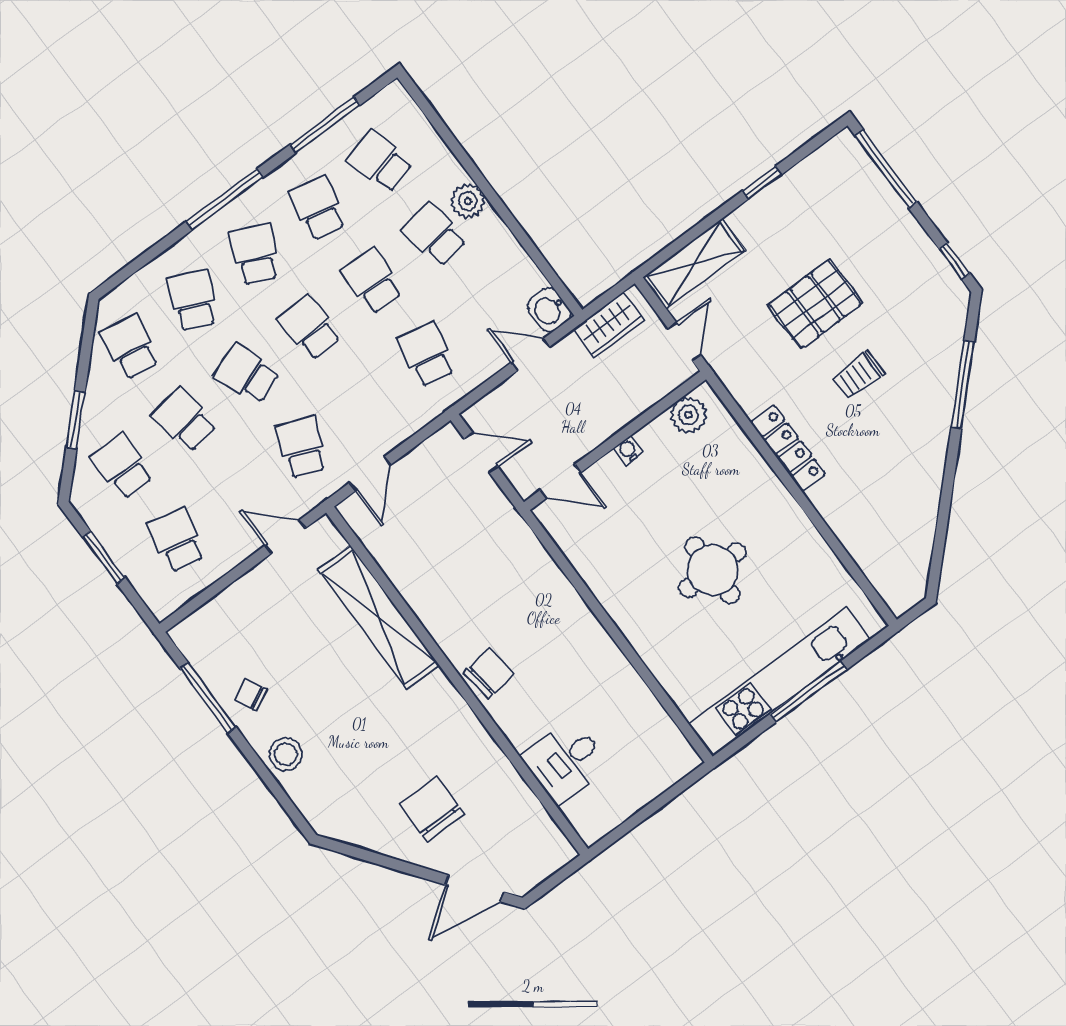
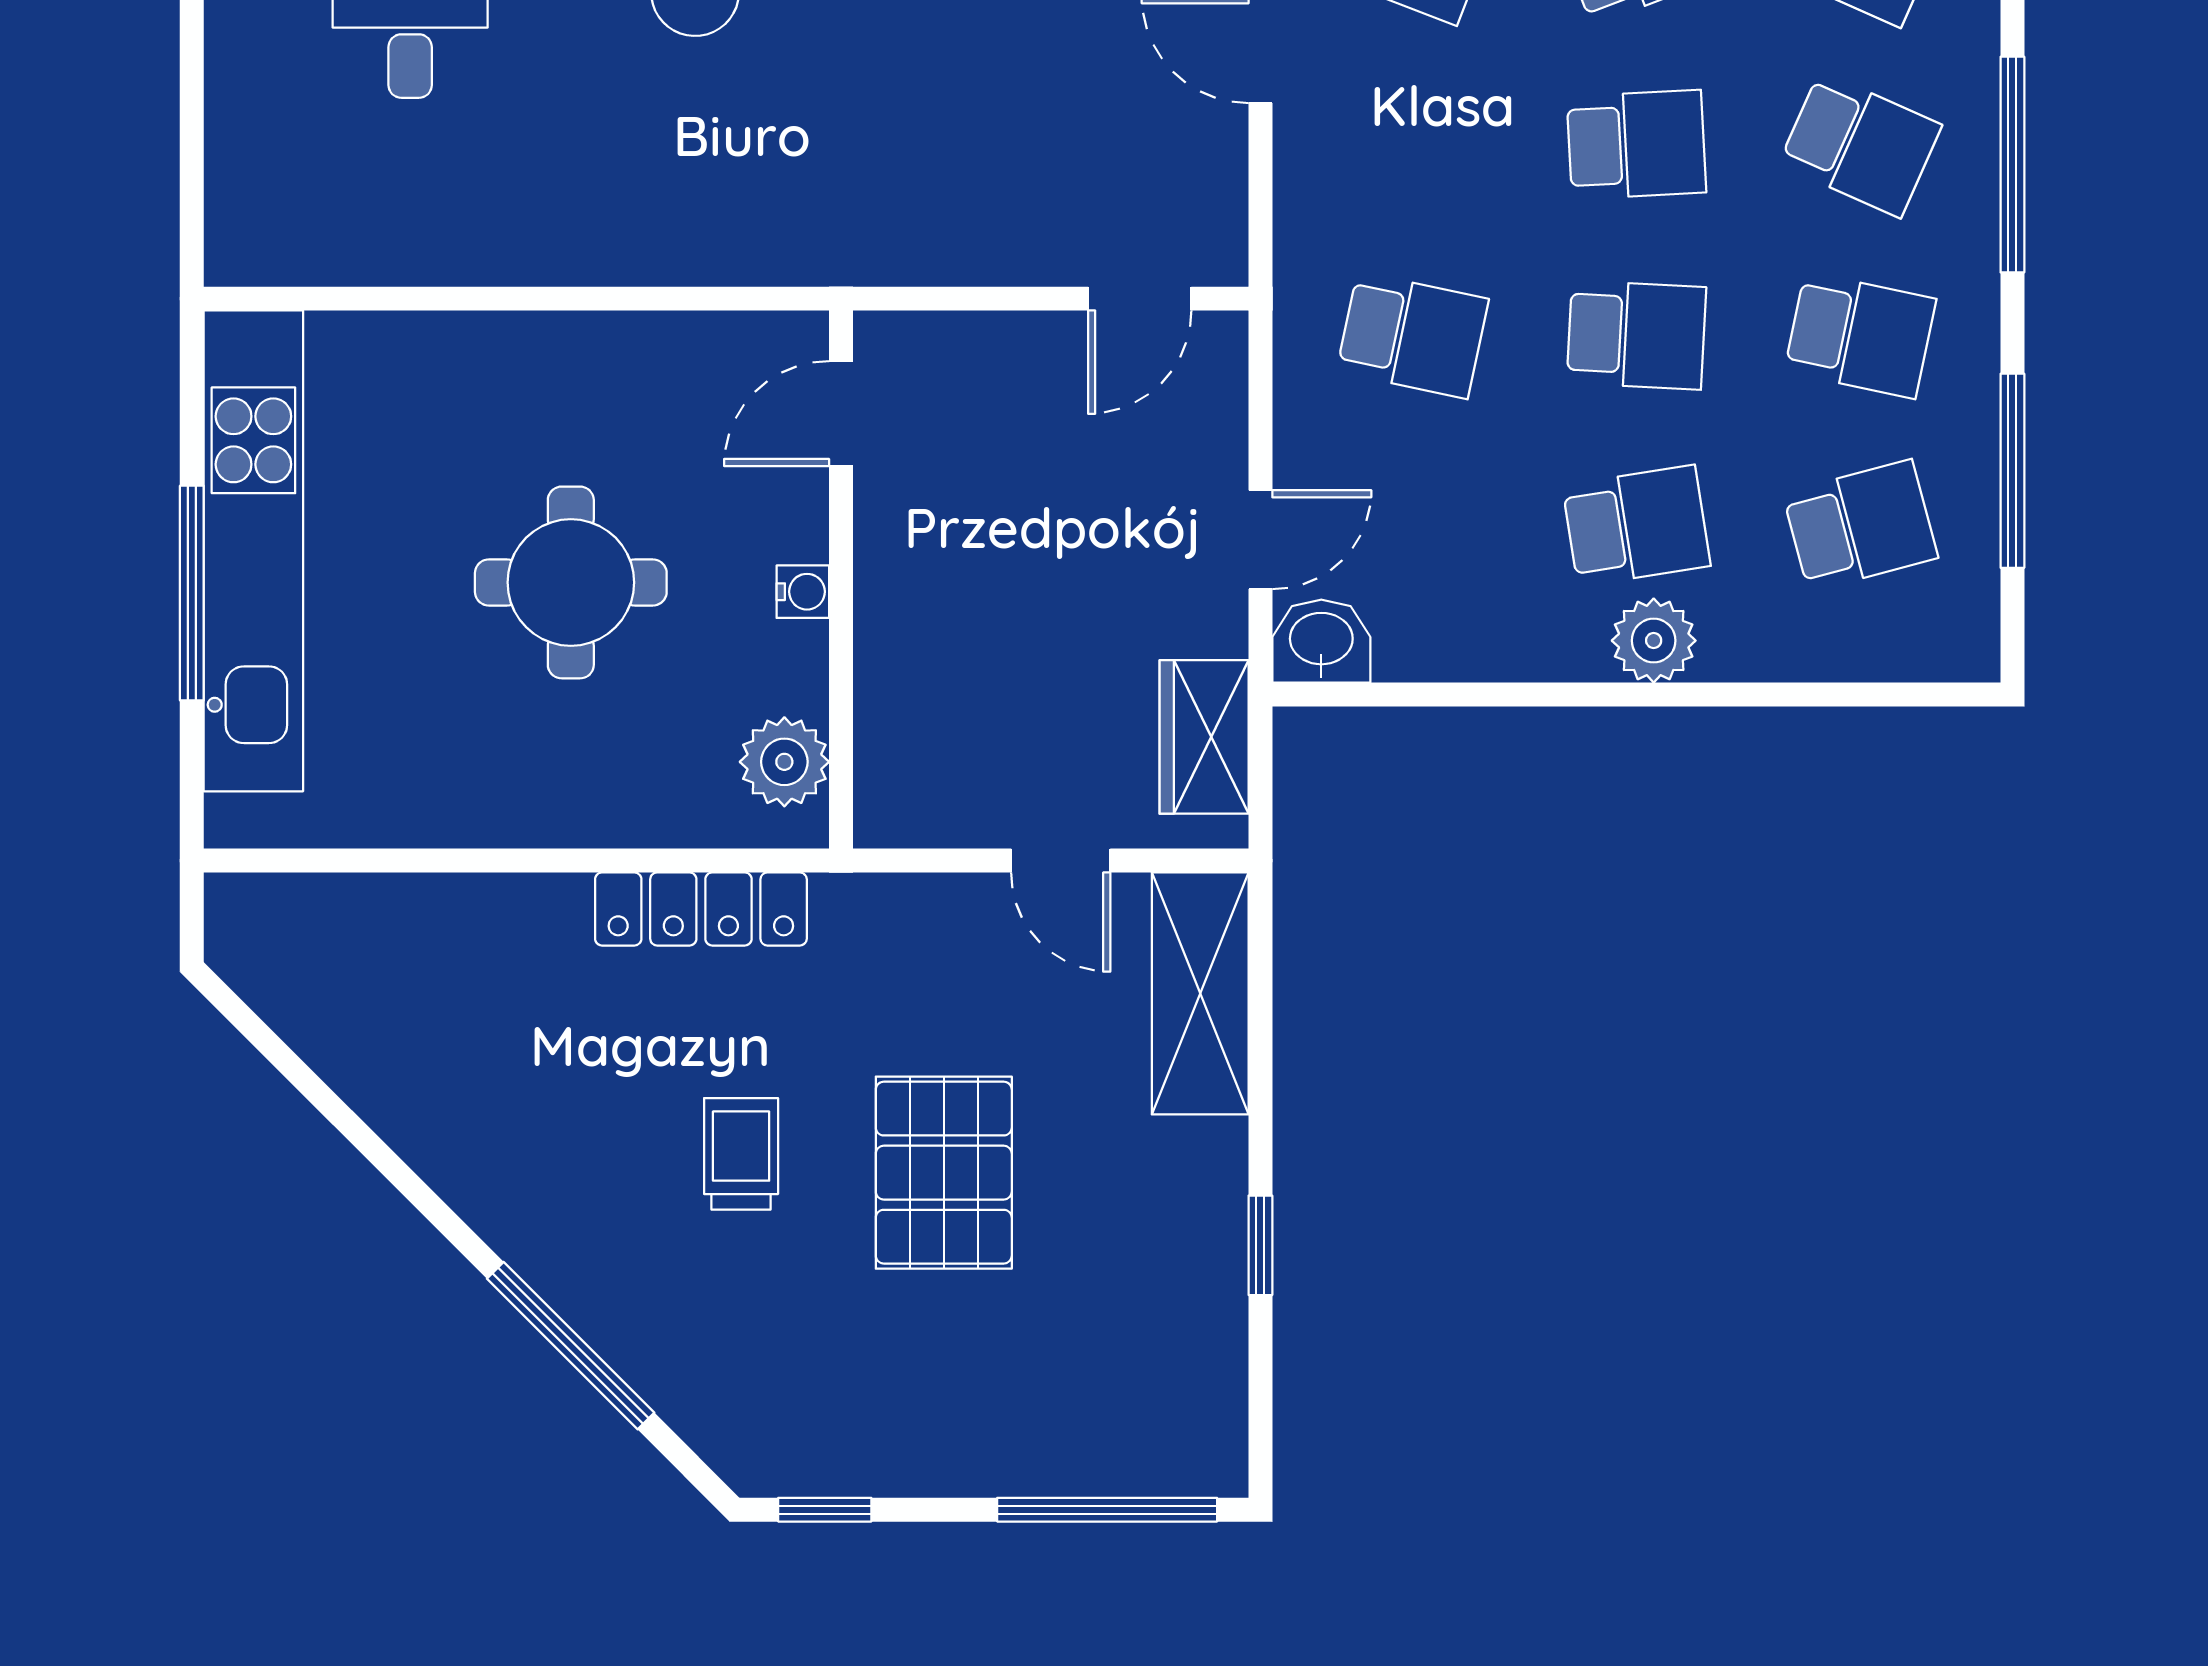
plant: (688, 415) -> (784, 762), moved
wall: (615, 441) -> (841, 580), moved
water cooler: (628, 450) -> (803, 592), moved
door: (561, 481) -> (841, 414), moved

